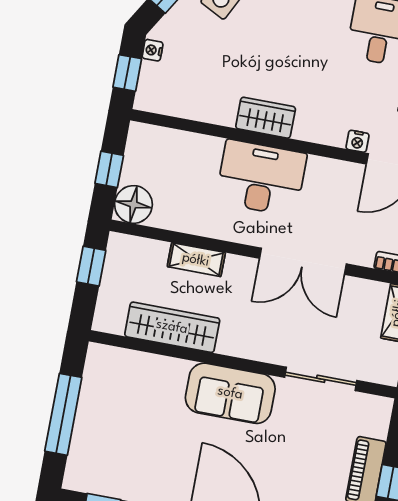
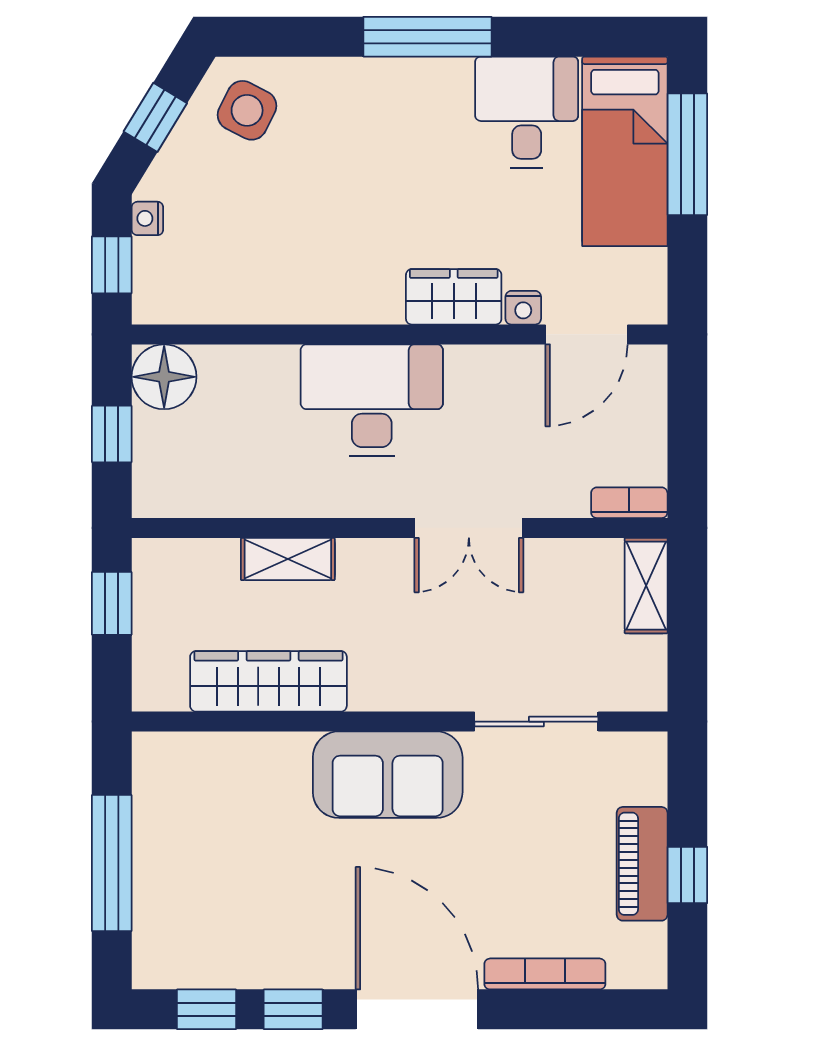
wardrobe: (266, 118) -> (454, 297), moved
floor lamp: (133, 204) -> (164, 377), moved
double door: (303, 261) -> (469, 528), width x0.73

